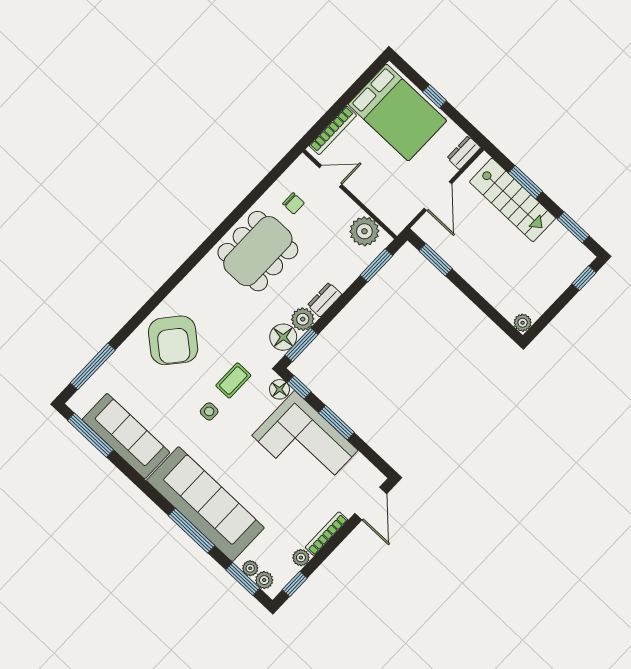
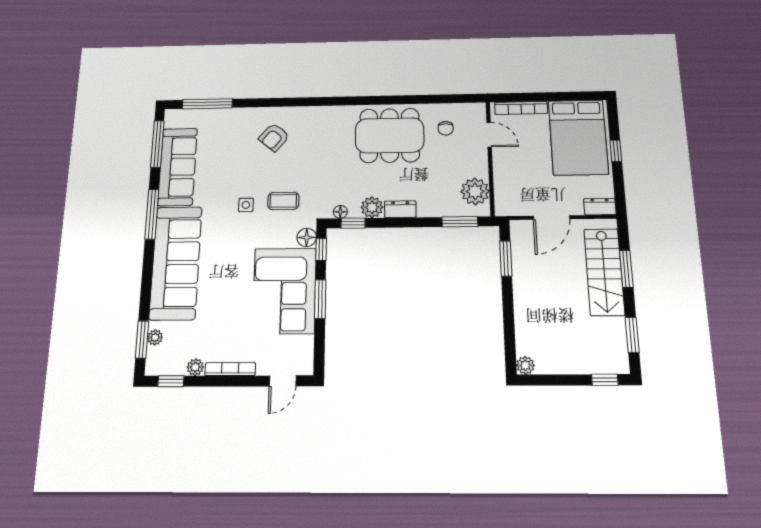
floor lamp: (283, 337) -> (340, 212), width x0.53, depth x0.53
armchair: (173, 340) -> (274, 137), width x0.53, depth x0.53
window: (301, 345) -> (353, 223), width x0.67
door: (371, 504) -> (283, 381), width x0.73
window: (192, 531) -> (152, 214), moved
plant: (264, 580) -> (155, 356), removed

